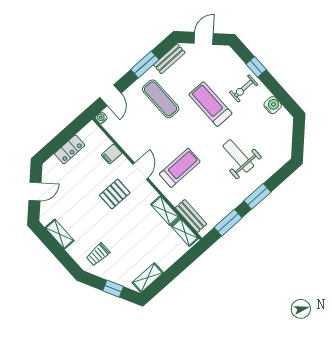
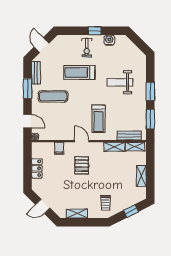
window: (256, 67) -> (95, 31), moved
treadmill: (180, 168) -> (98, 119), turned 180
door: (35, 192) -> (43, 206), swing flipped
shelving: (148, 278) -> (141, 176), moved

